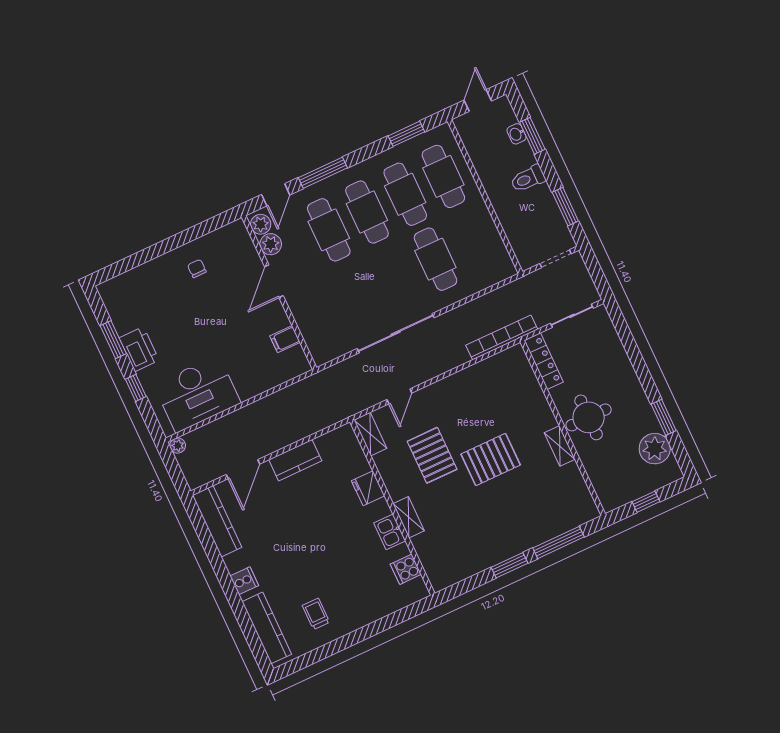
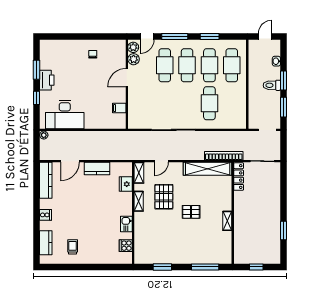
window: (406, 134) -> (210, 37), moved
window: (532, 136) -> (284, 80), moved
shelving: (484, 373) -> (208, 169), added
round table: (589, 417) -> (248, 214), removed
plant: (655, 449) -> (272, 243), removed
pallet: (491, 460) -> (191, 212), width x0.67, depth x0.71
fridge: (368, 488) -> (126, 184), moved
shelving: (409, 517) -> (139, 201), moved
window: (510, 565) -> (162, 267), moved
kitchen counter: (267, 628) -> (46, 243), width x0.67

